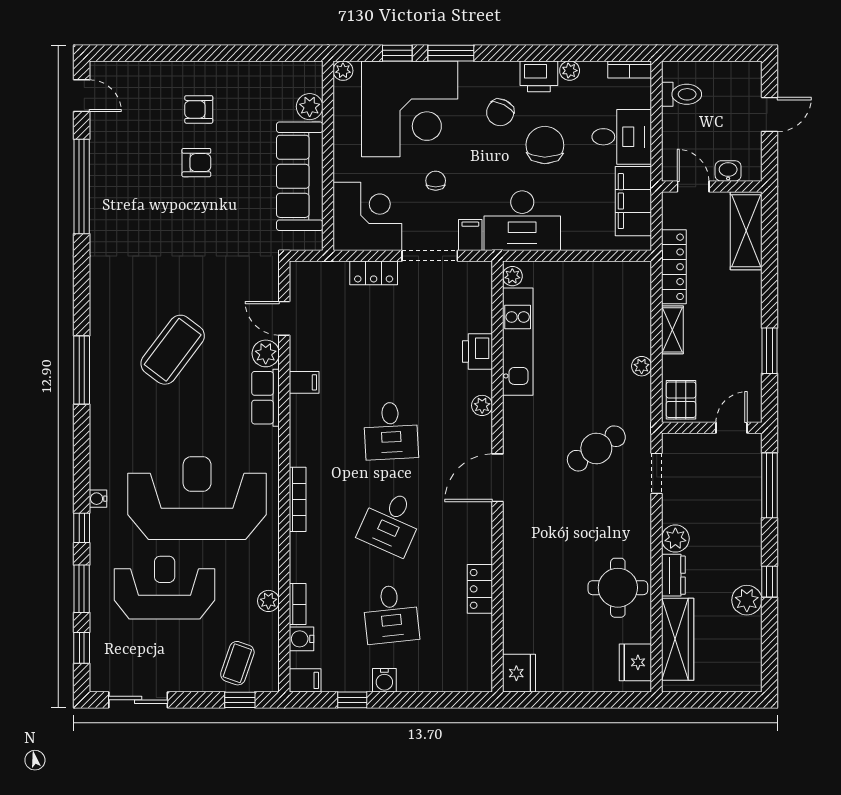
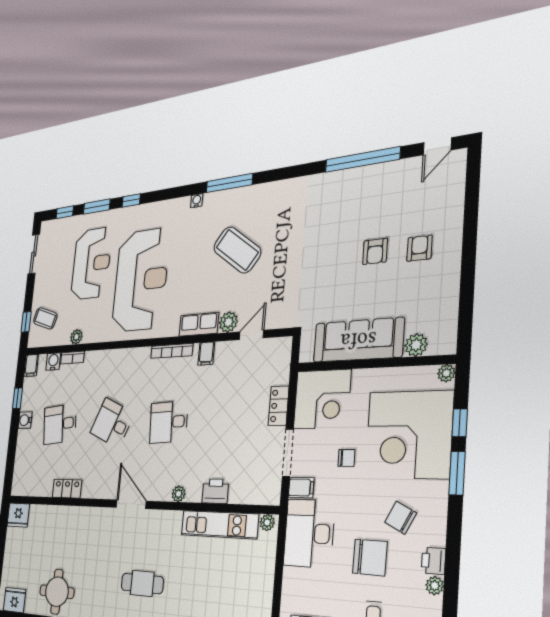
printer: (539, 76) -> (433, 561), width x0.73, depth x0.81
cafe table: (596, 448) -> (142, 583), turned -57
water cooler: (98, 499) -> (197, 201), moved
bookcase: (298, 499) -> (172, 351), moved

